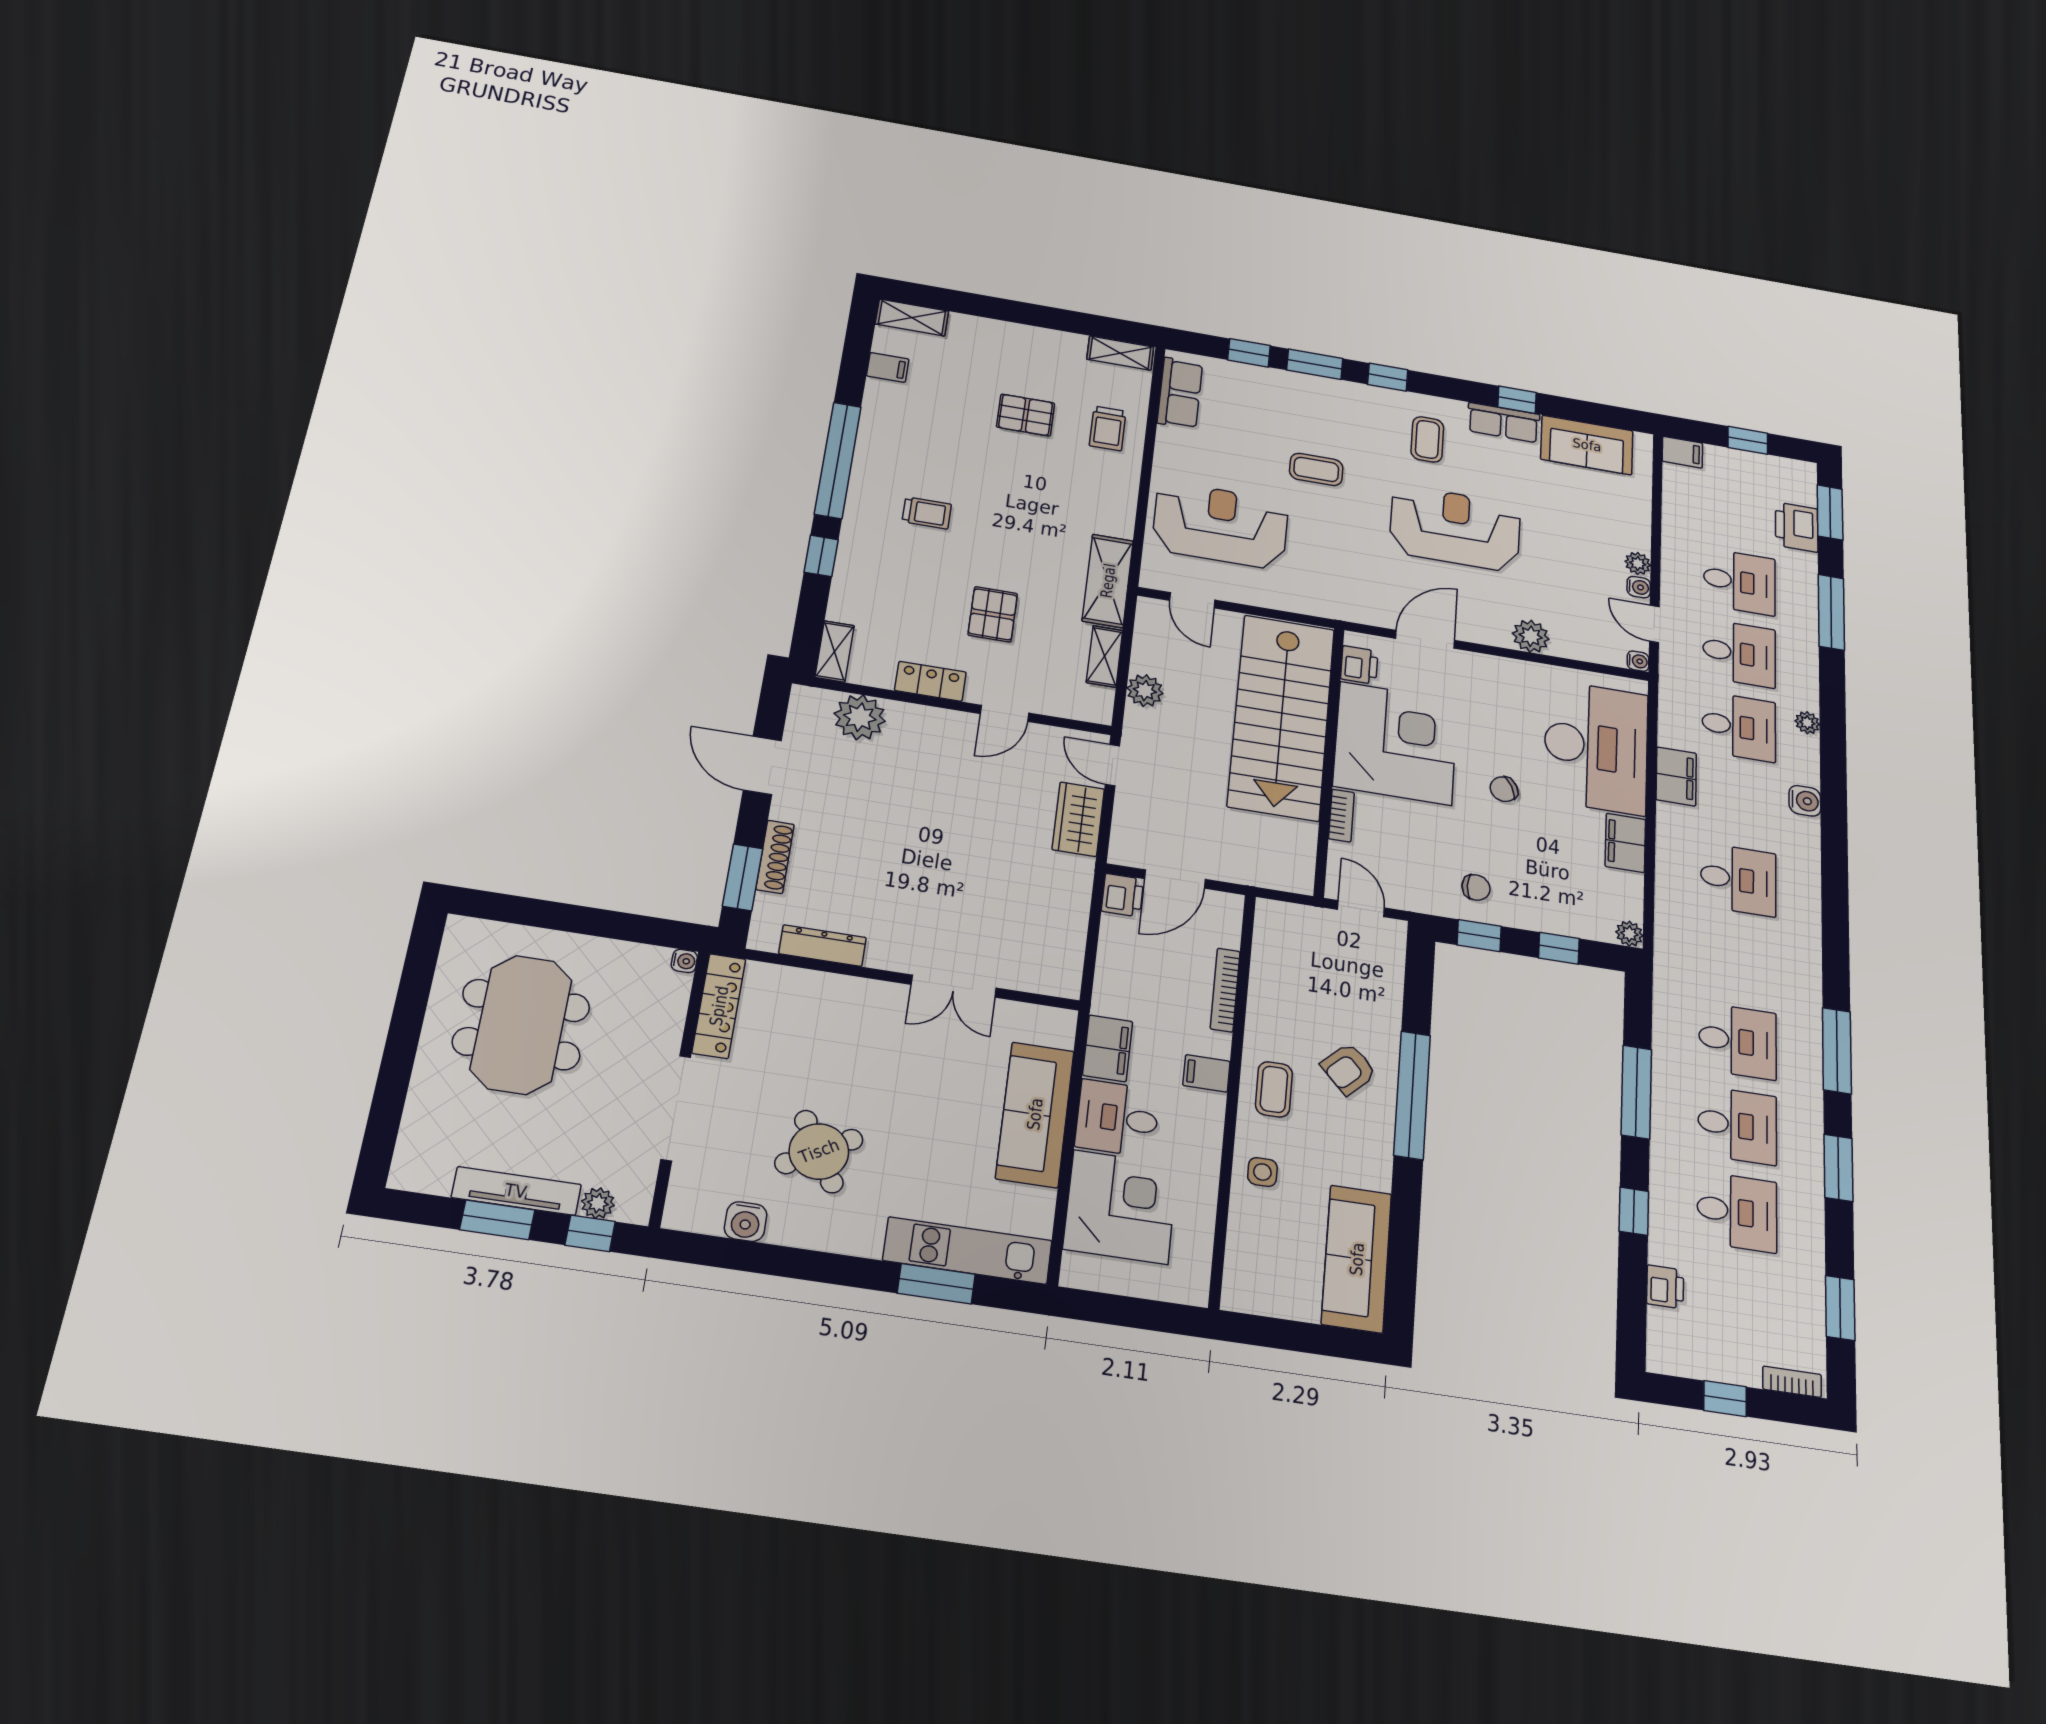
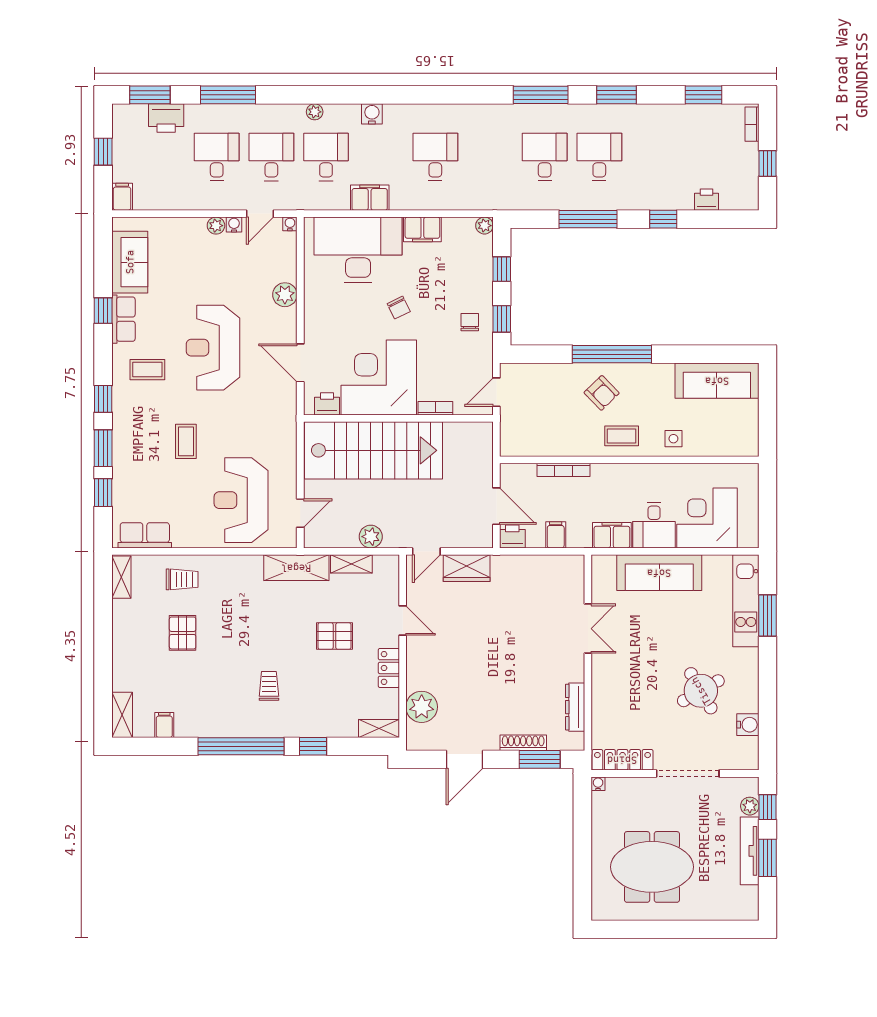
filing cabinet: (1206, 1073) -> (556, 535), moved, turned 180
desk: (1737, 1212) -> (654, 157), removed

